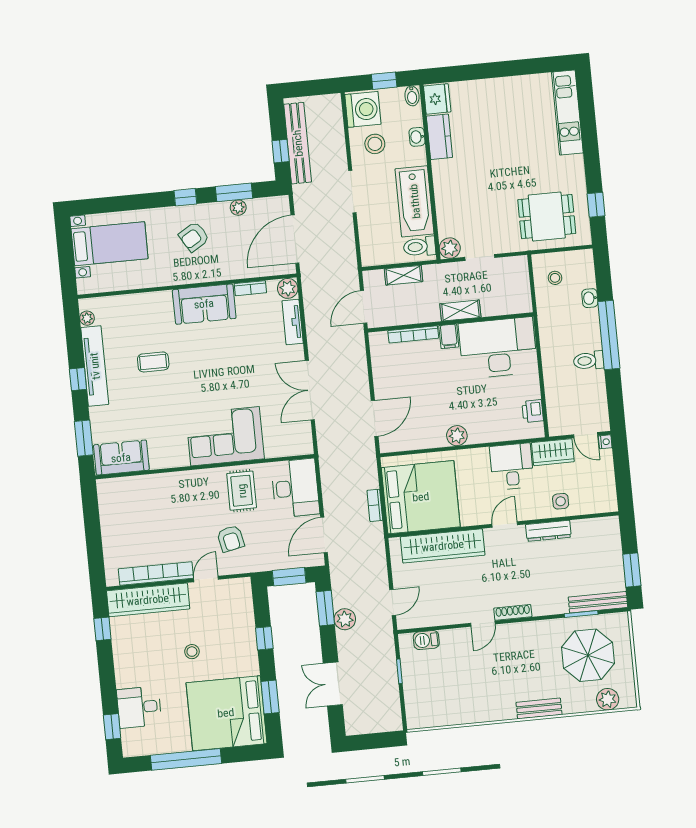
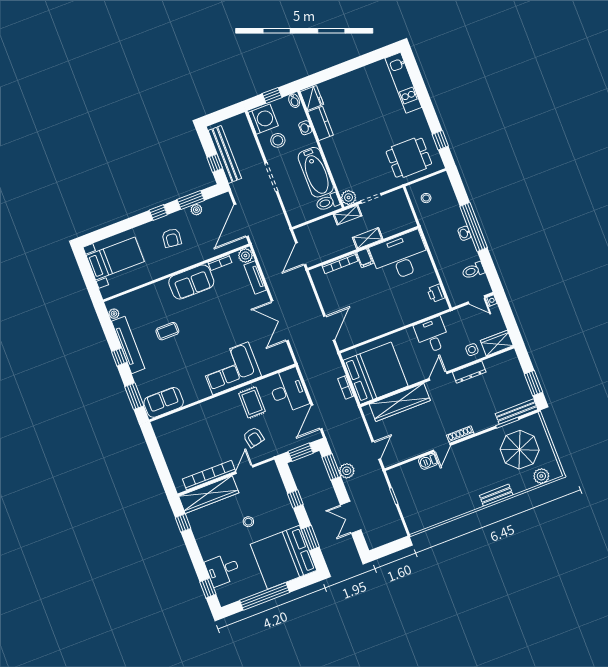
armchair: (194, 237) -> (172, 238), turned -52
shelving: (404, 275) -> (348, 215), moved
washbasin: (590, 298) -> (464, 233), moved
toilet: (589, 361) -> (473, 271), moved
plant: (457, 436) -> (389, 324), removed
wardrobe: (553, 452) -> (497, 343), moved, turned 180
barbecue: (426, 640) -> (428, 461), moved

